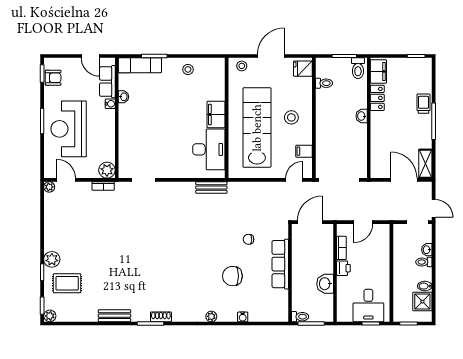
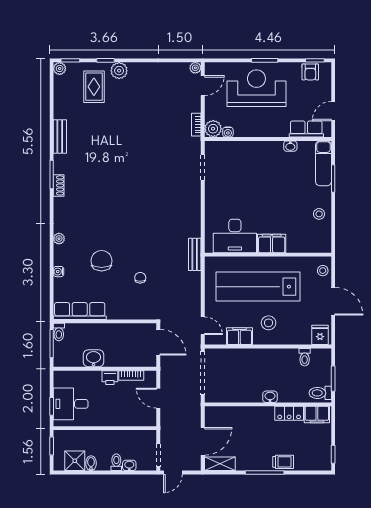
water cooler: (110, 104) -> (228, 132), moved
lab bench: (257, 128) -> (258, 287), turned 180
filing cabinet: (304, 151) -> (239, 336), width x2.00
bench: (211, 188) -> (195, 254), moved
row of seats: (280, 264) -> (80, 311), moved

